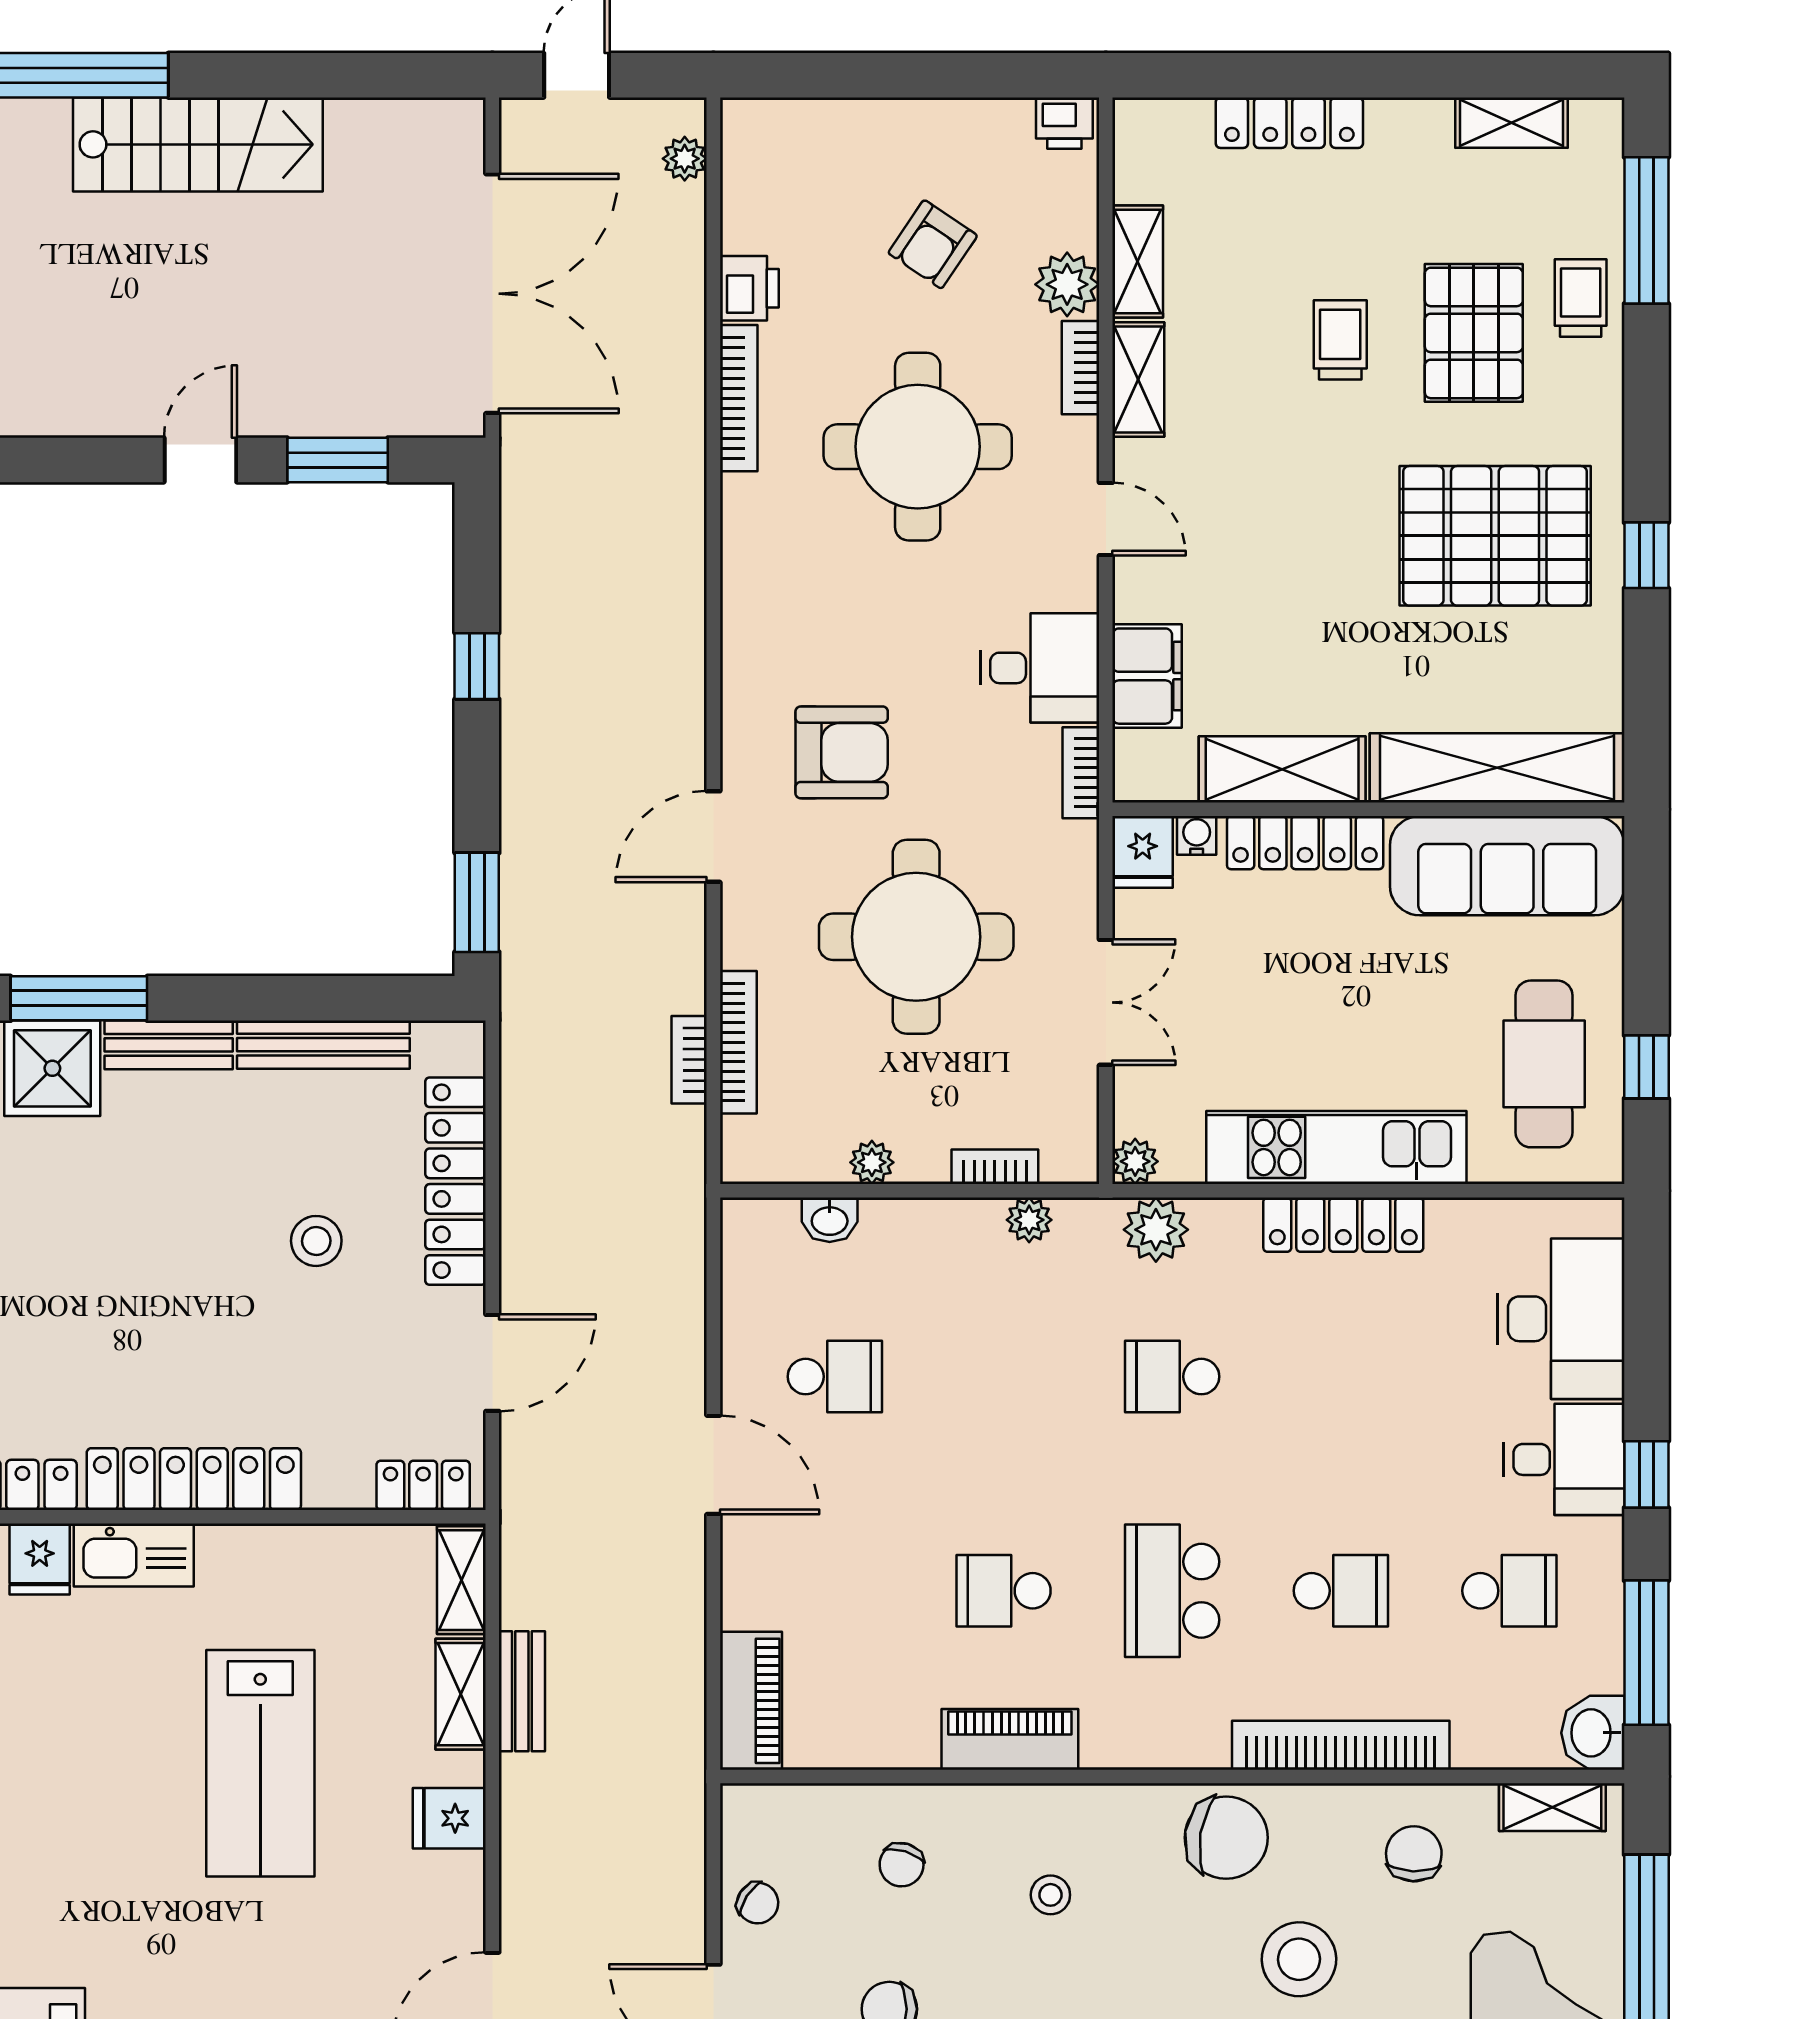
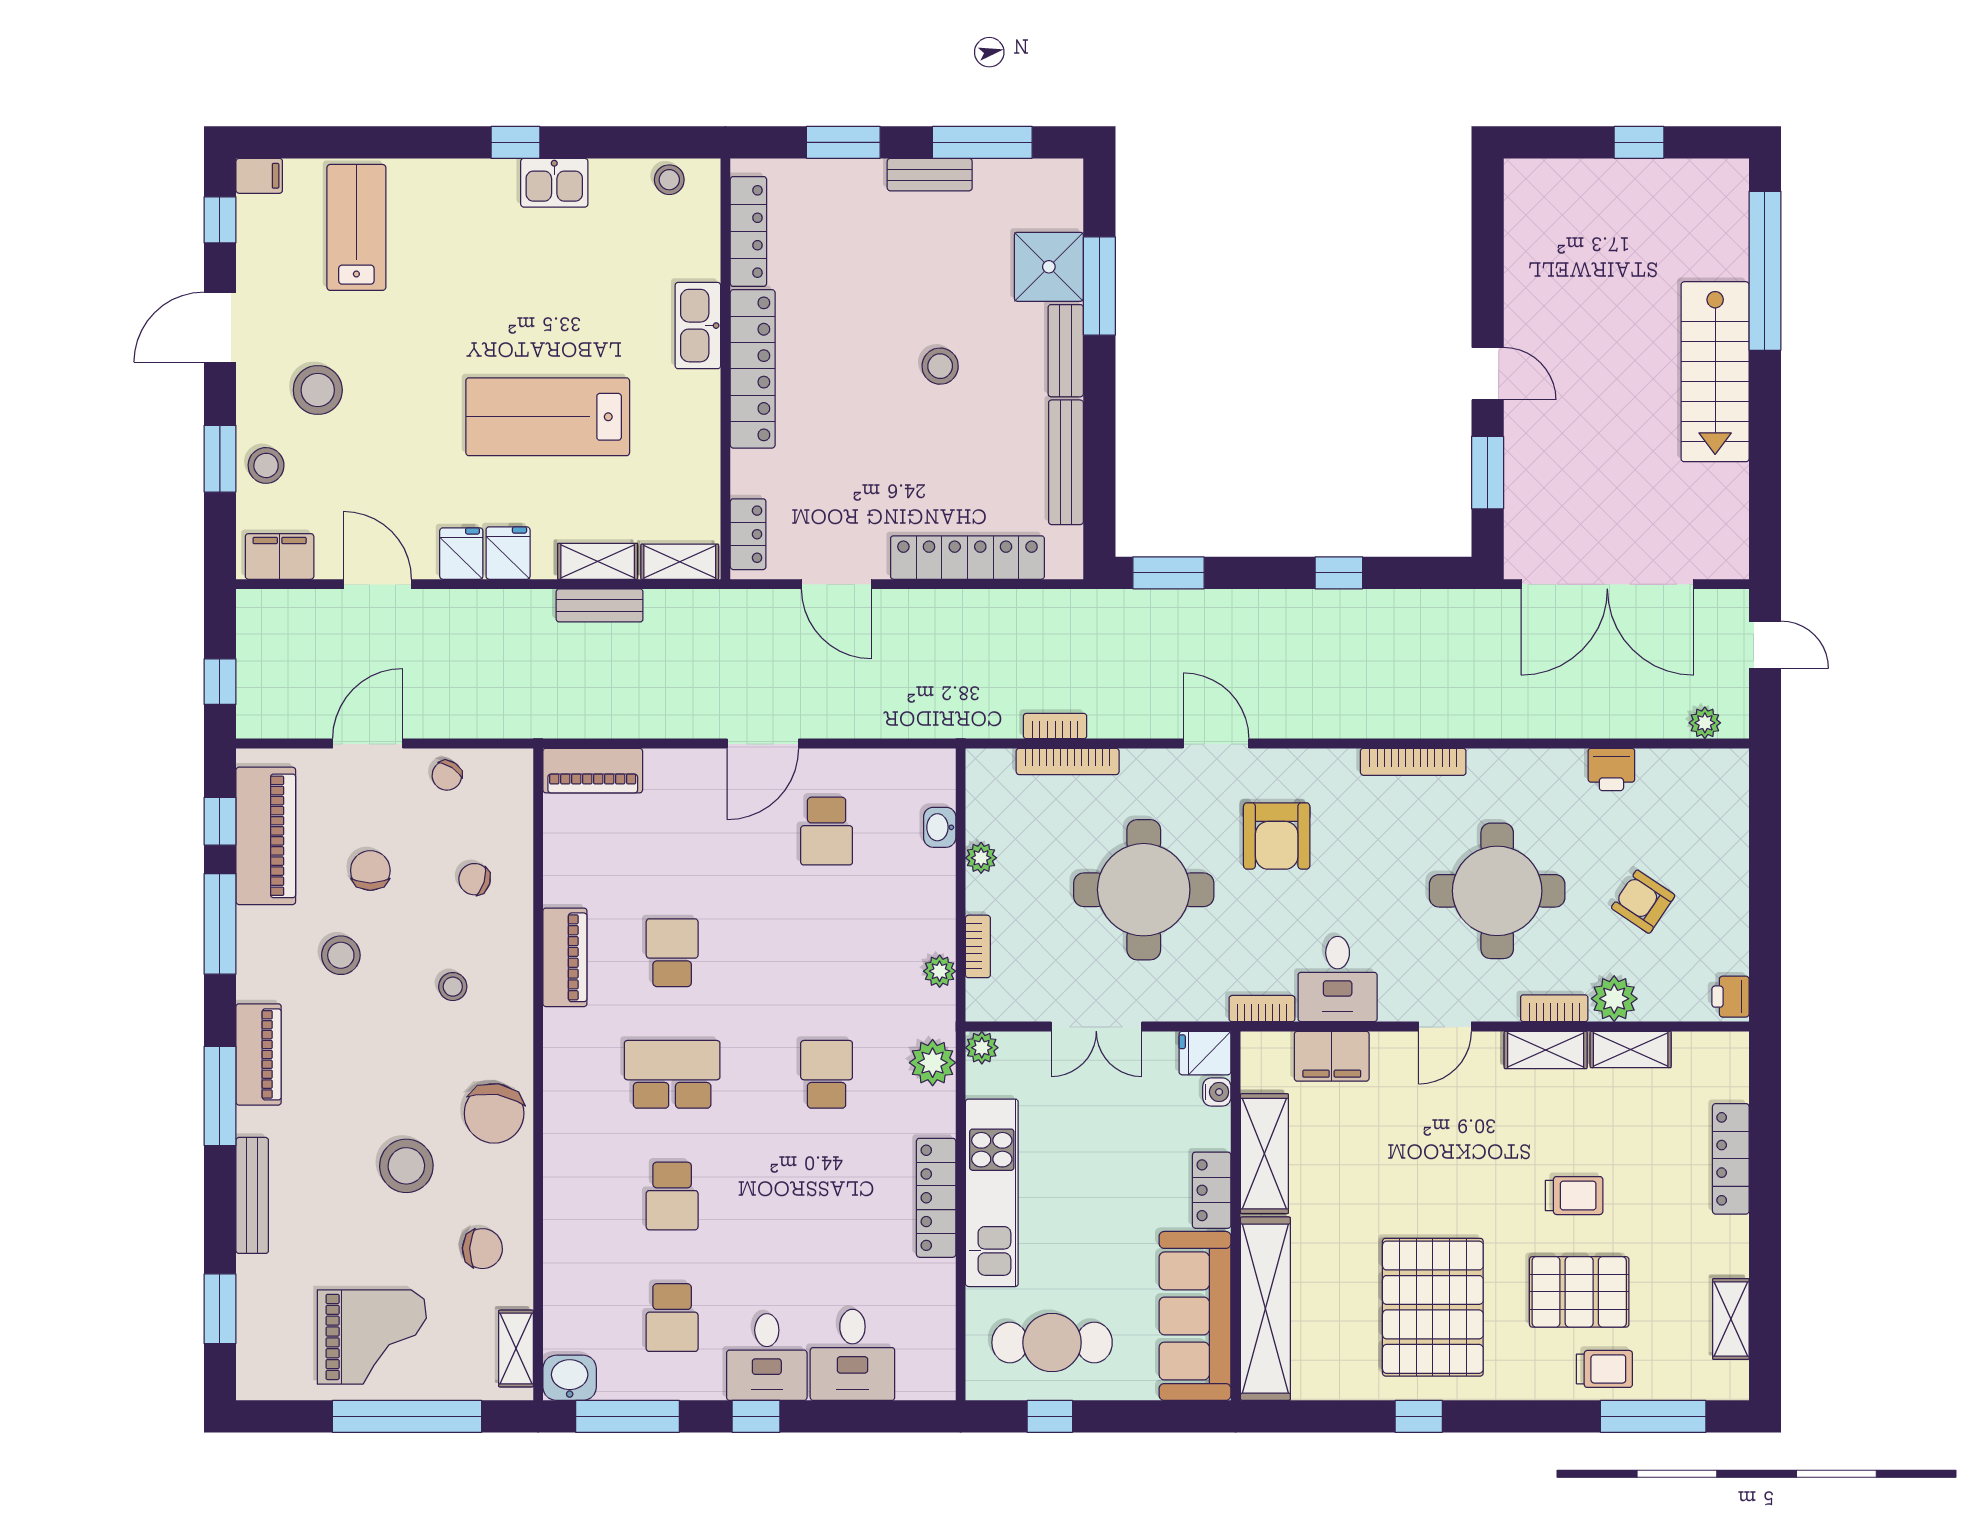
bookcase: (739, 398) -> (1413, 762), moved
locker: (1305, 843) -> (1212, 1190), width x0.66
stool: (316, 1241) -> (940, 366), moved
desk: (1561, 1319) -> (852, 1355), width x0.73
fridge: (40, 1559) -> (461, 554), moved, turned 90
bookcase: (1341, 1745) -> (561, 1196), removed

